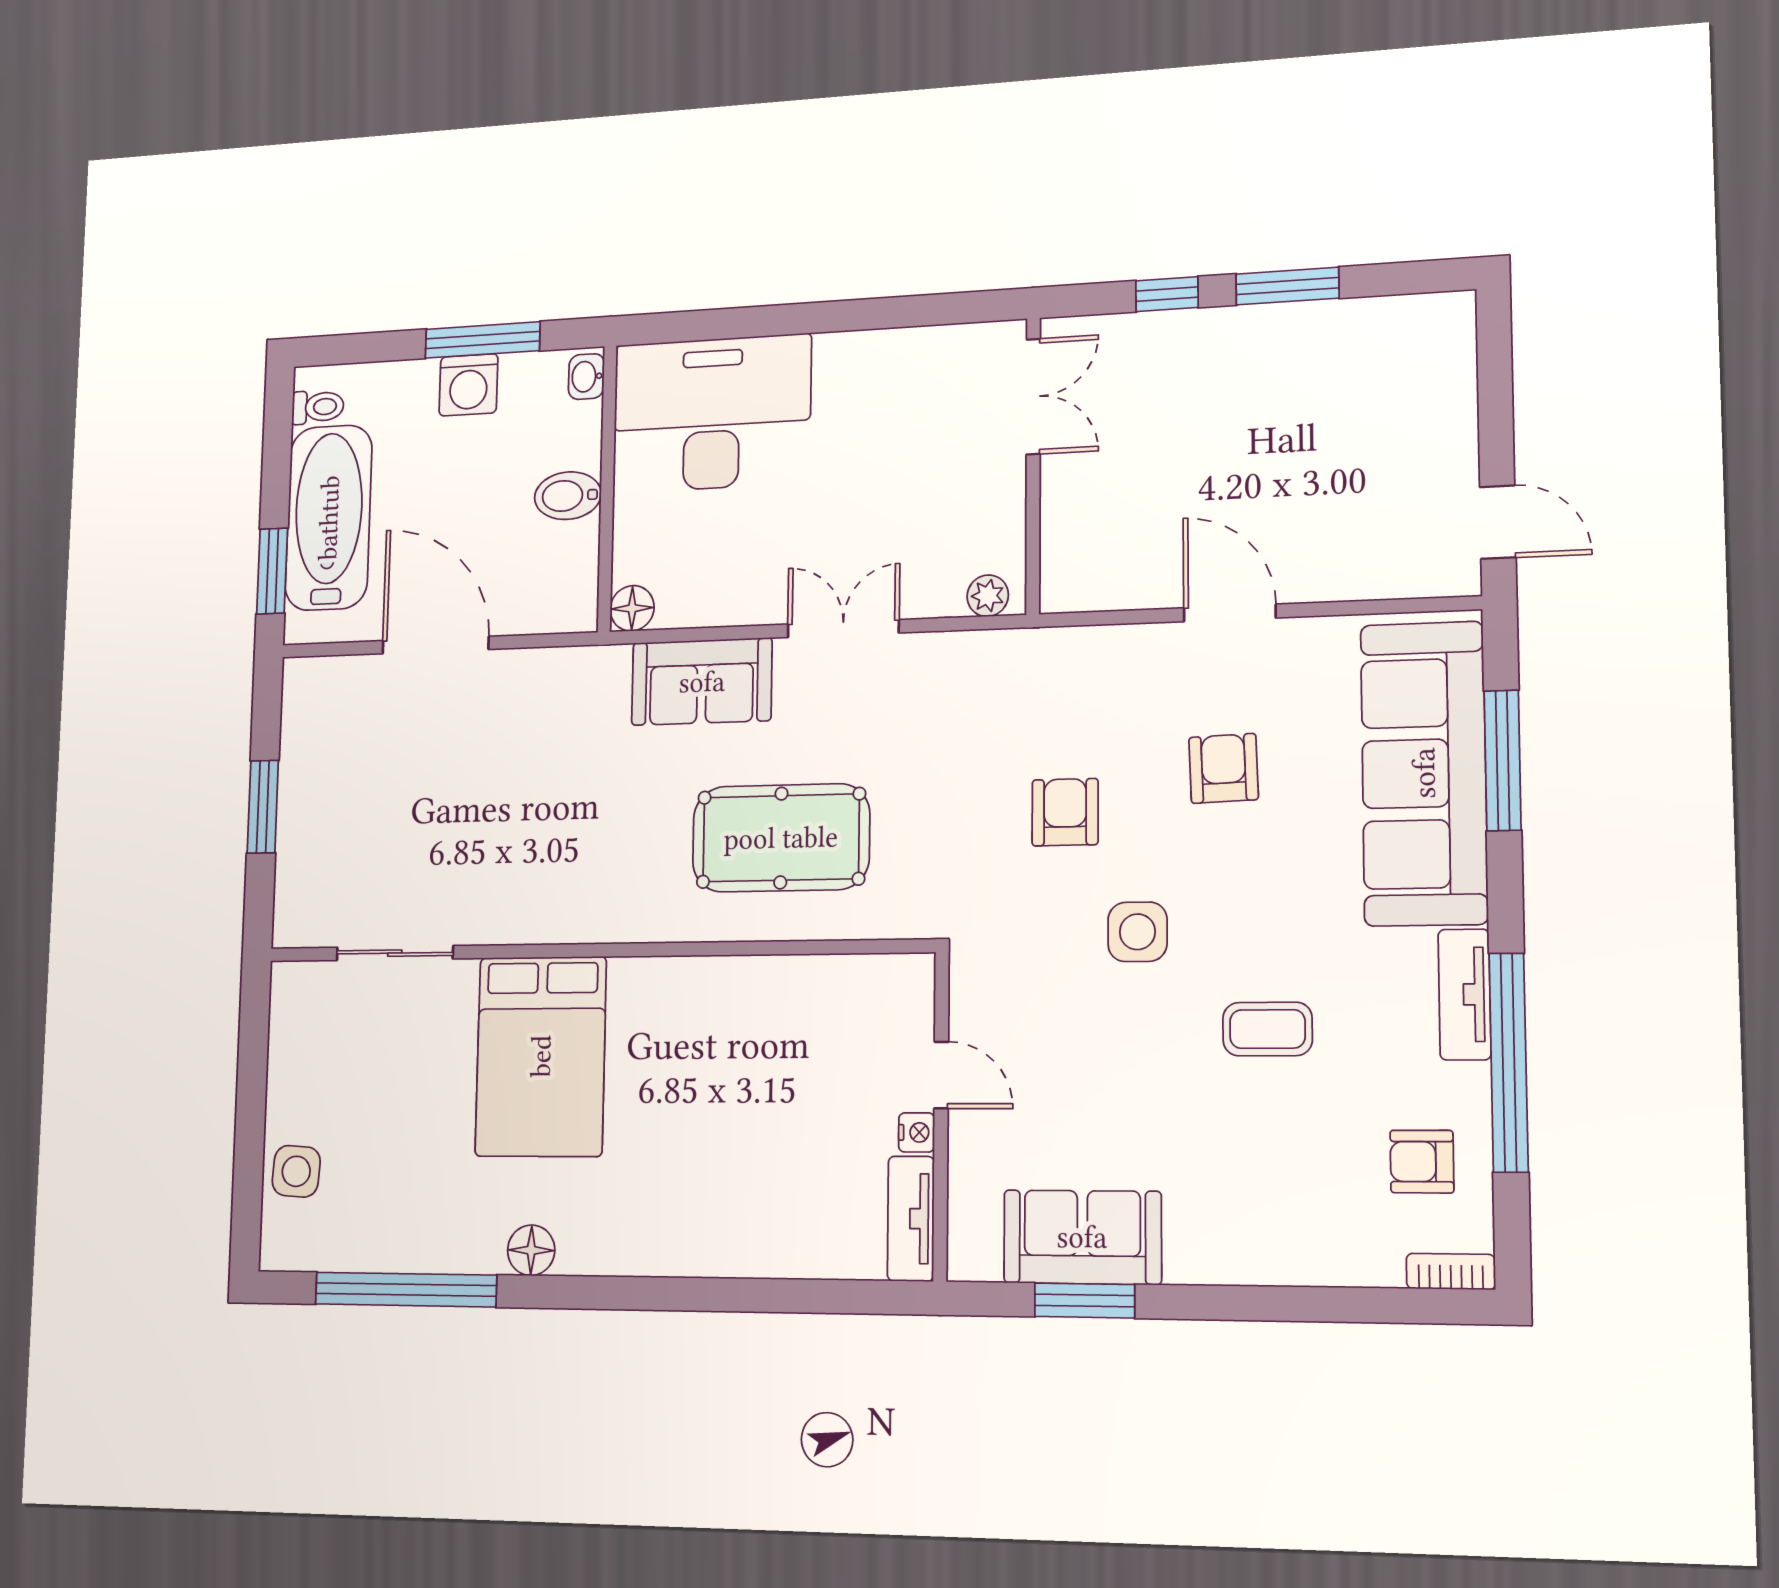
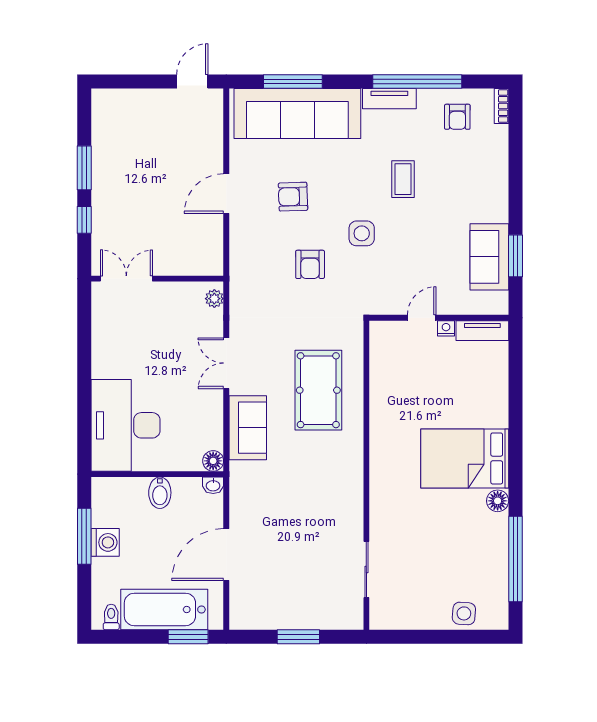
washbasin: (586, 377) -> (213, 485), moved
armchair: (1065, 812) -> (310, 264), turned -90
bed: (541, 1056) -> (465, 458), moved, turned 180

